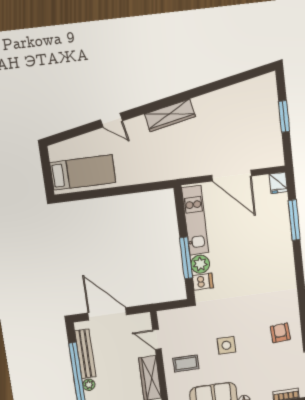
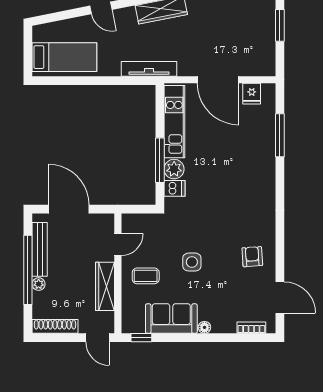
tv unit: (165, 173) -> (149, 69), added
fridge: (278, 183) -> (252, 94), moved
door: (157, 339) -> (118, 244), swing flipped

